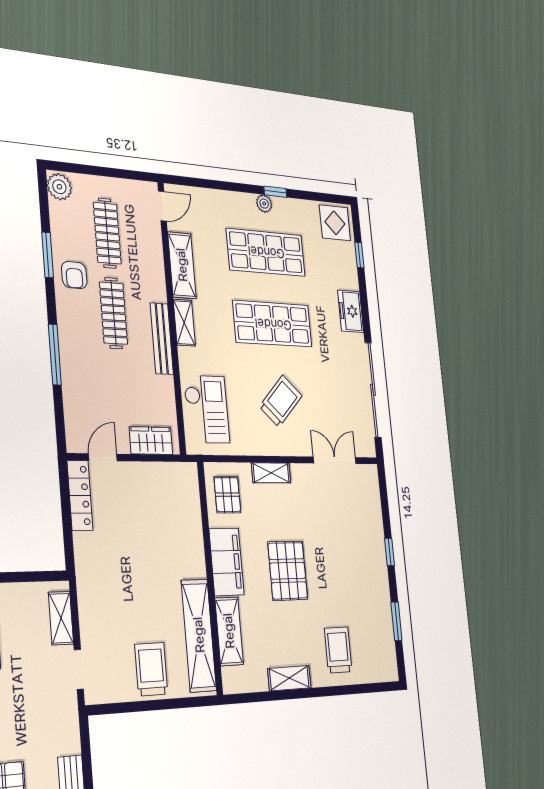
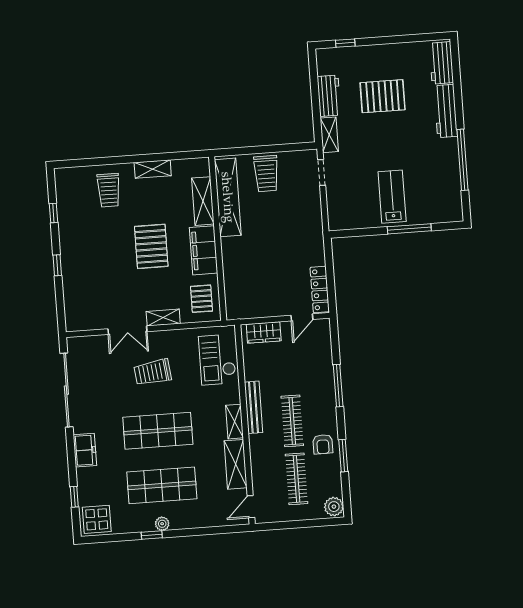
armchair: (74, 275) -> (323, 444), turned 180
trolley: (281, 401) -> (153, 372), turned 39
double door: (335, 460) -> (127, 330), moved
shelving: (61, 618) -> (329, 135), moved
window: (396, 621) -> (53, 213), width x0.67

